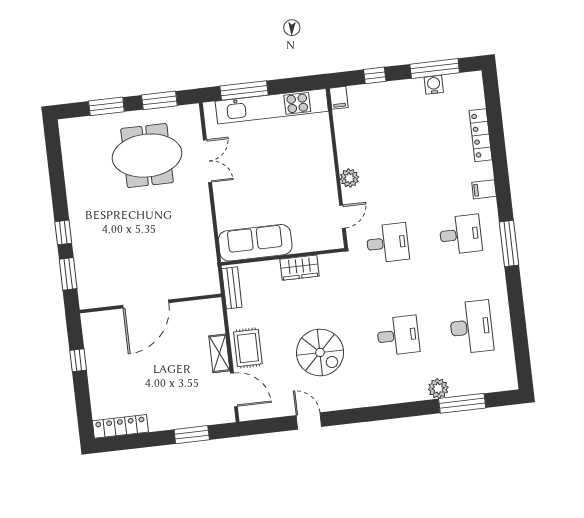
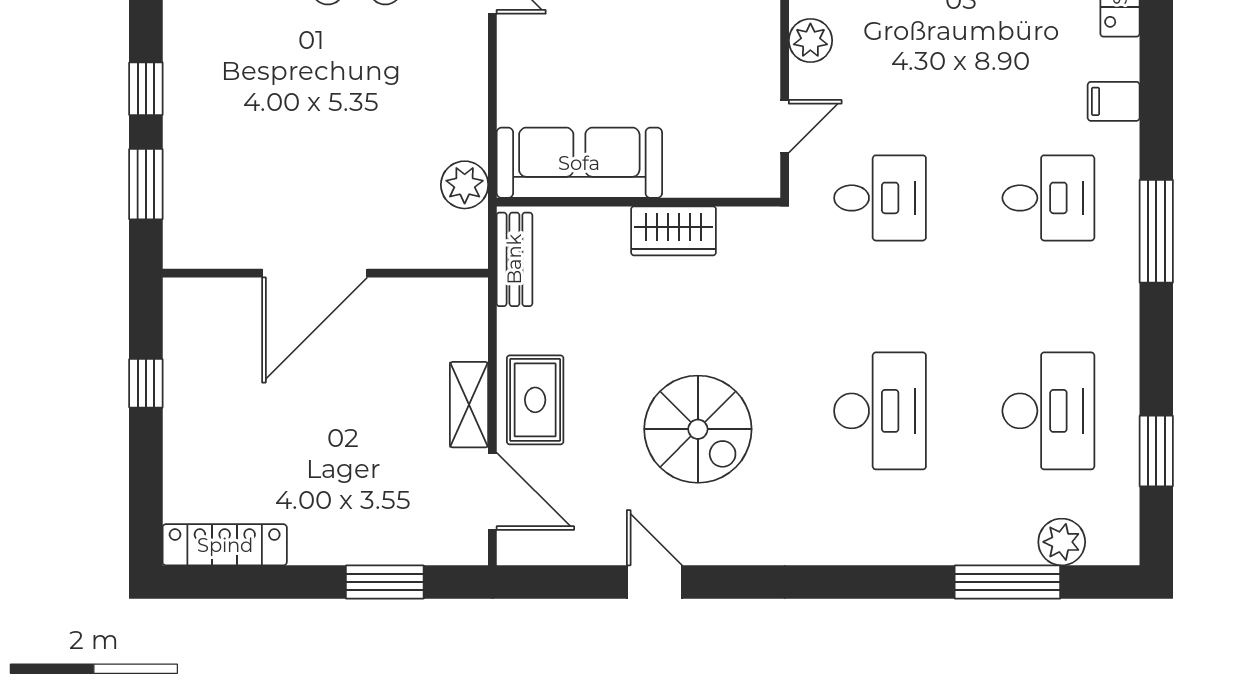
plant: (206, 258) -> (465, 185), added
desk: (398, 335) -> (880, 411), width x1.37
window: (520, 339) -> (1156, 451), added
plant: (438, 388) -> (1062, 542), moved

